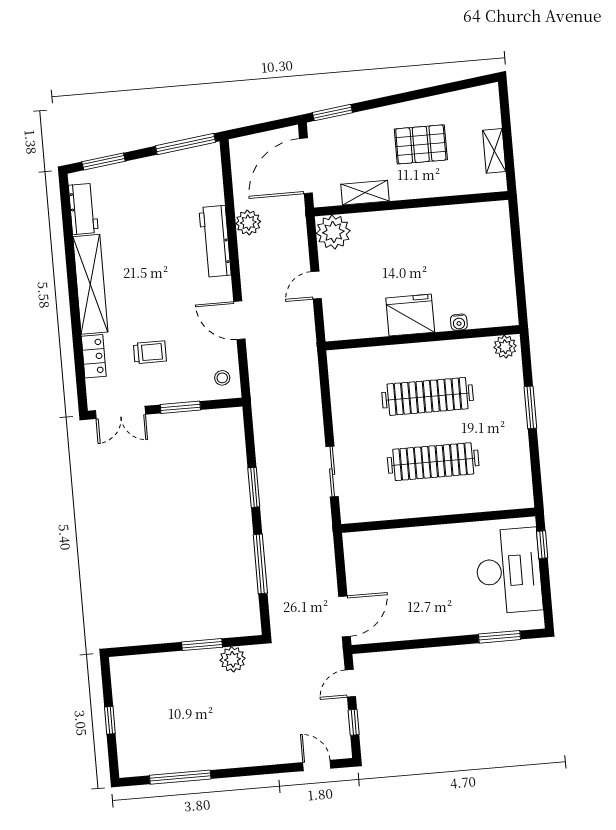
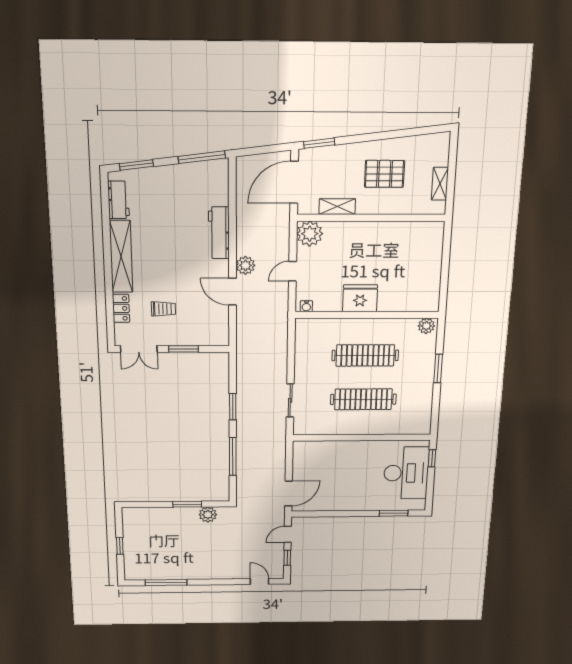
plant: (248, 223) -> (245, 265), moved
water cooler: (459, 322) -> (306, 306), moved
stool: (222, 378) -> (216, 331), removed

